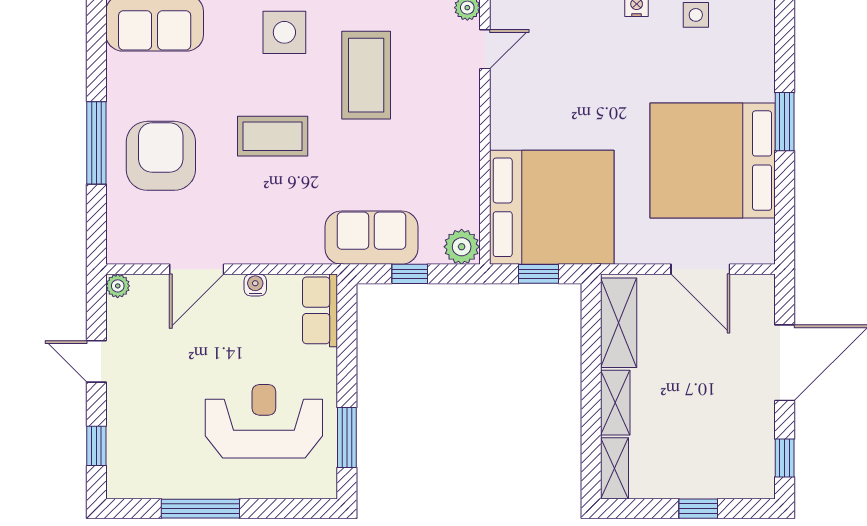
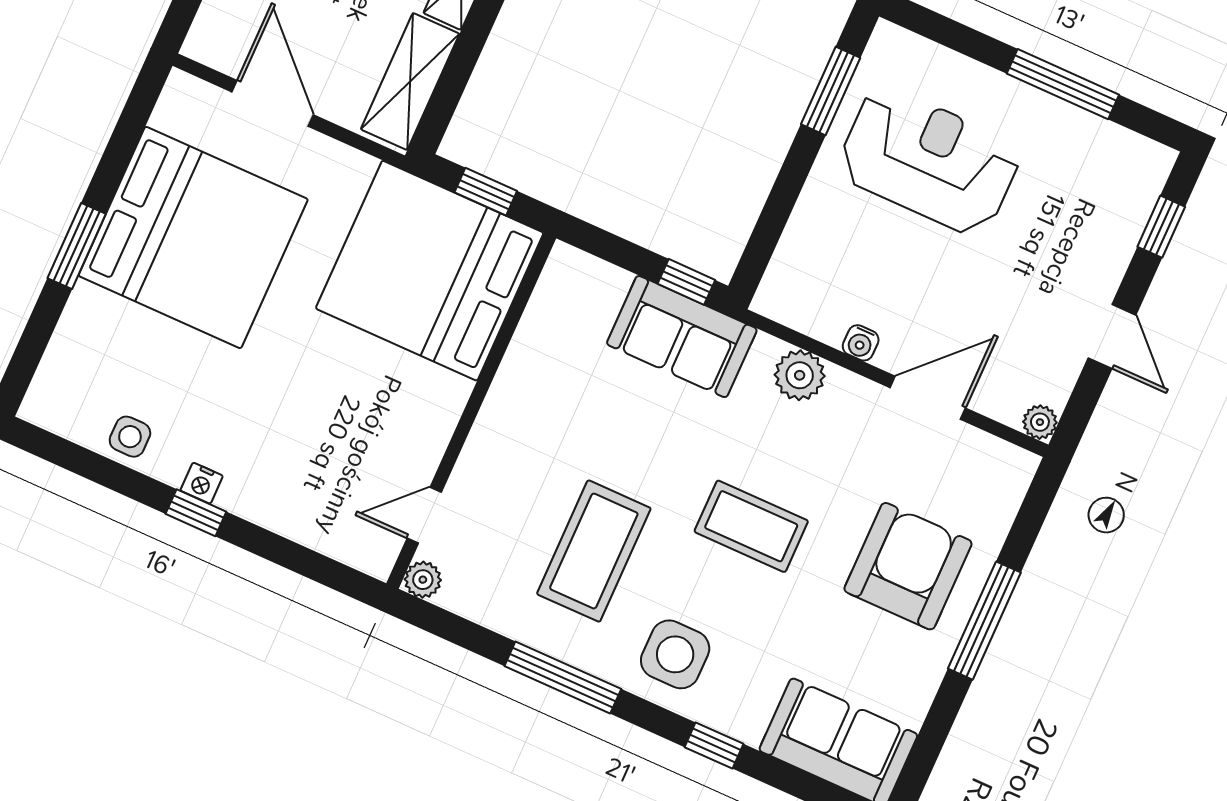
armchair: (161, 156) -> (908, 566), turned 180
plant: (462, 247) -> (800, 375), moved
window: (410, 274) -> (686, 282), moved
row of seats: (320, 310) -> (791, 272), removed
reception desk: (264, 421) -> (929, 161), turned 180

